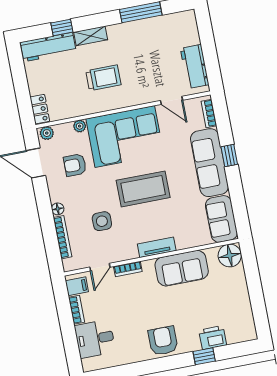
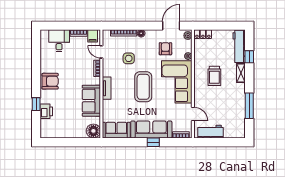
door: (172, 100) -> (193, 114), swing flipped

